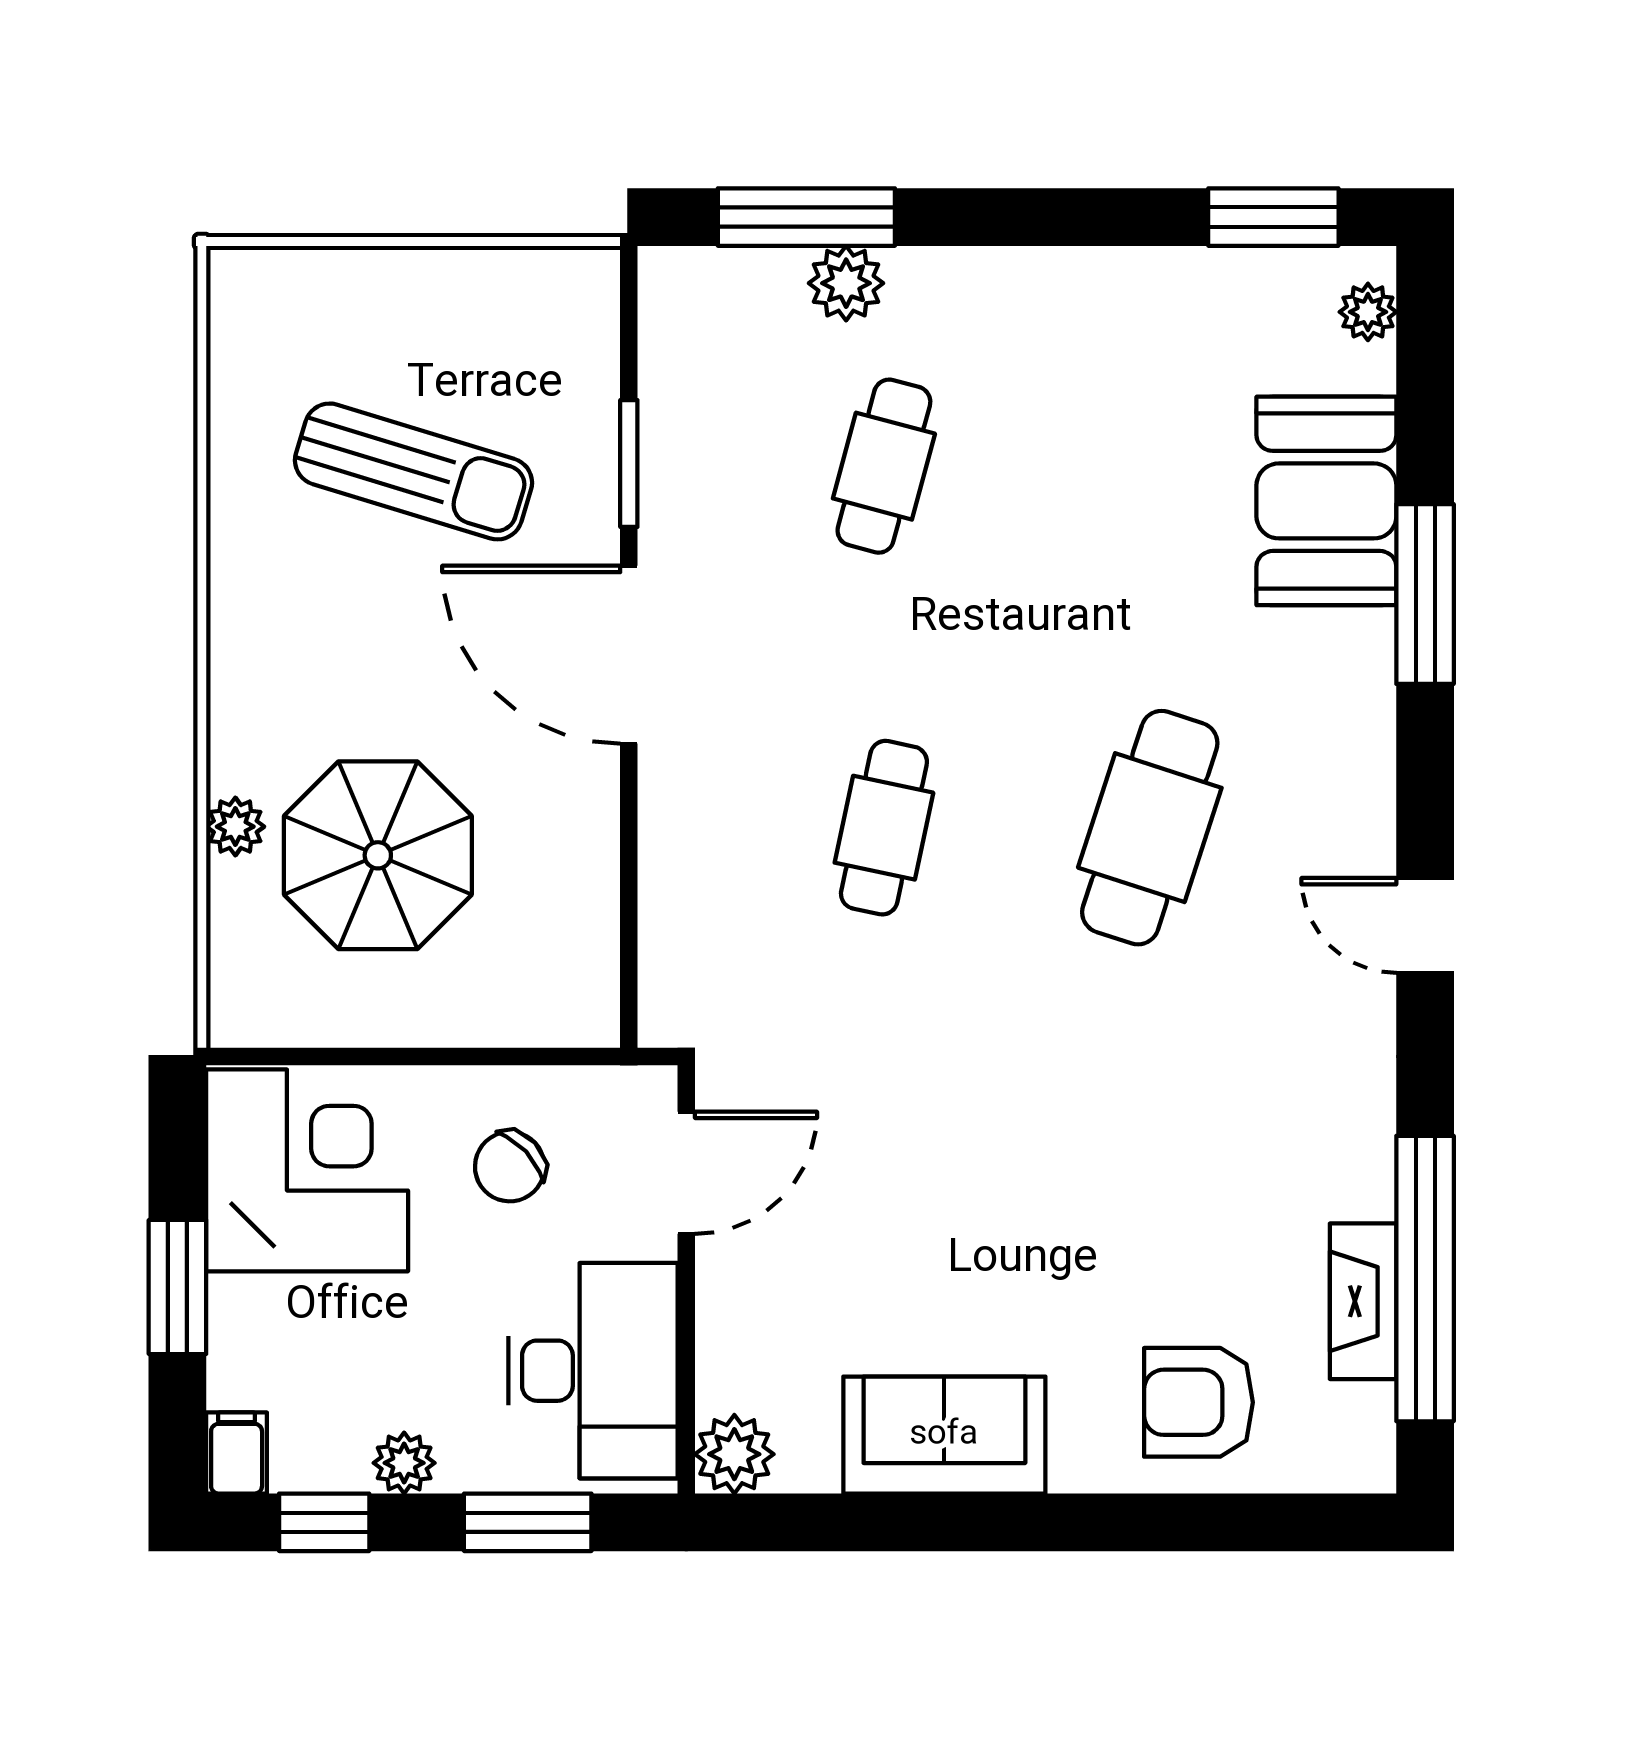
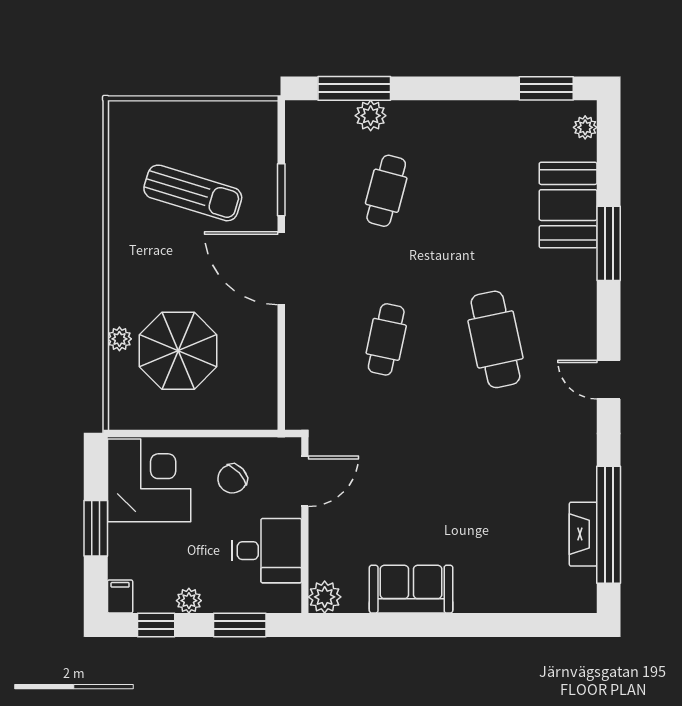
cafe table: (1150, 828) -> (495, 339), turned -30
desk: (593, 1371) -> (267, 551), width x0.73
armchair: (1199, 1402) -> (516, 576), removed

